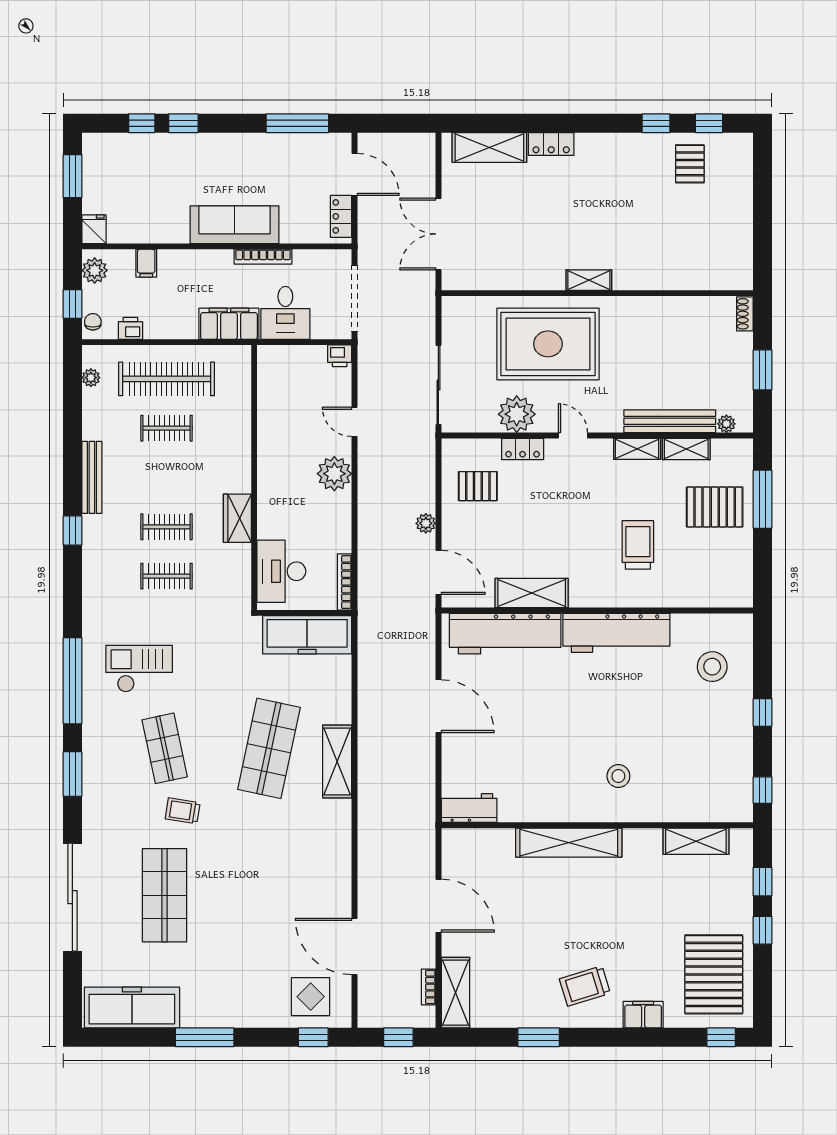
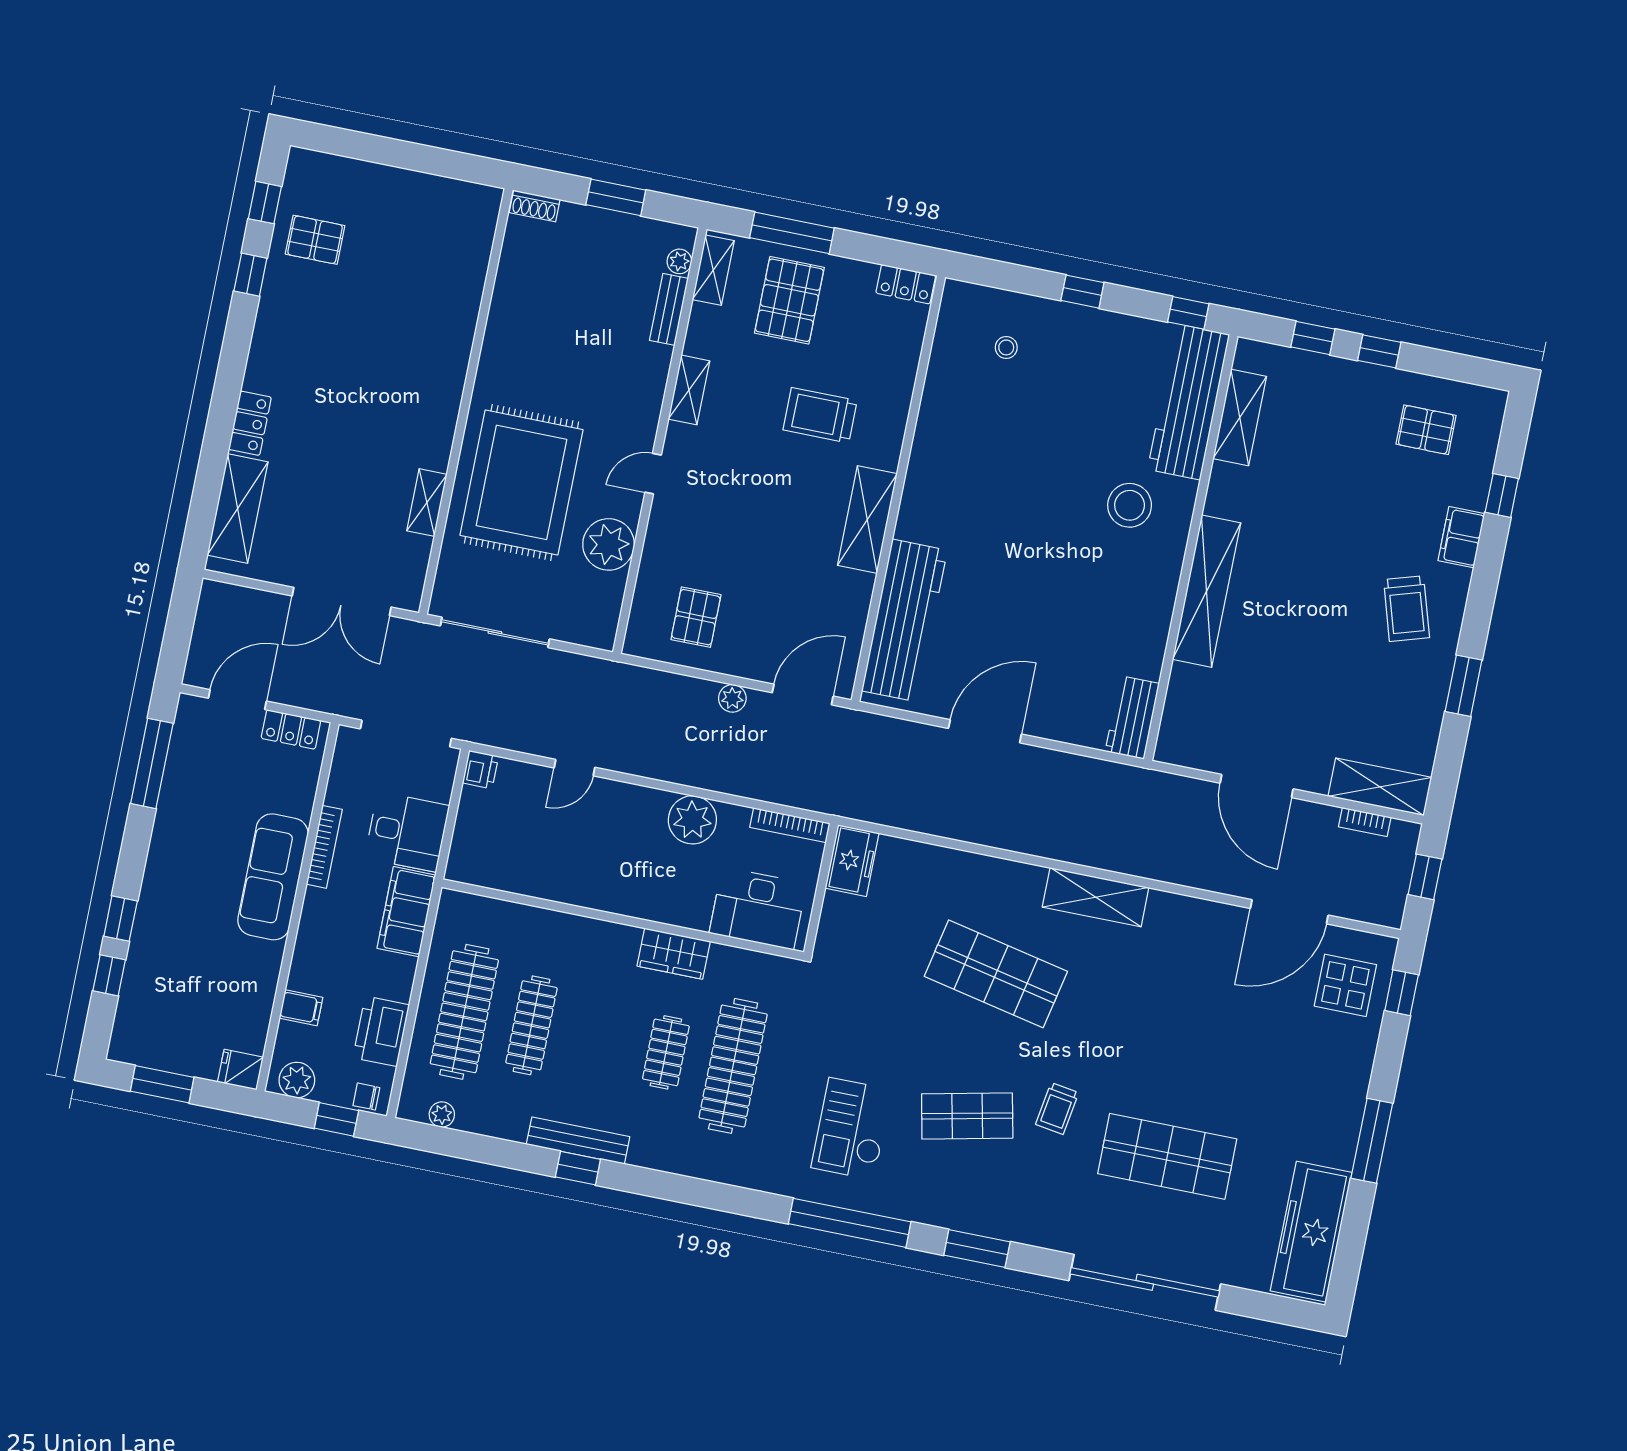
shelving: (589, 280) -> (427, 503), moved
printer: (130, 328) -> (381, 1031), width x1.87, depth x1.48
sliding door: (438, 385) -> (495, 632), moved
bench: (670, 421) -> (669, 309), width x0.54, depth x0.82
clothes rail: (167, 428) -> (531, 1025), width x1.36
locker: (523, 449) -> (906, 284), moved, turned 90
shelving: (686, 449) -> (713, 270), moved
plant: (334, 474) -> (692, 820), moved
window: (72, 530) -> (578, 1168), moved
clothes rail: (167, 576) -> (733, 1066), width x1.86, depth x1.31
shelving: (532, 593) -> (867, 520), moved
workbench: (616, 633) -> (1189, 402), moved, turned 180
freezer: (307, 635) -> (852, 861), width x0.52, depth x0.79
stool: (712, 667) -> (1006, 347), width x0.53, depth x0.53
shelving: (337, 761) -> (1096, 897), moved
stool: (618, 776) -> (1130, 505), width x1.38, depth x1.38
door: (438, 906) -> (1257, 786), swing flipped
pallet: (714, 974) -> (1426, 430), width x0.49, depth x0.50
window: (721, 1037) -> (1502, 495), moved

